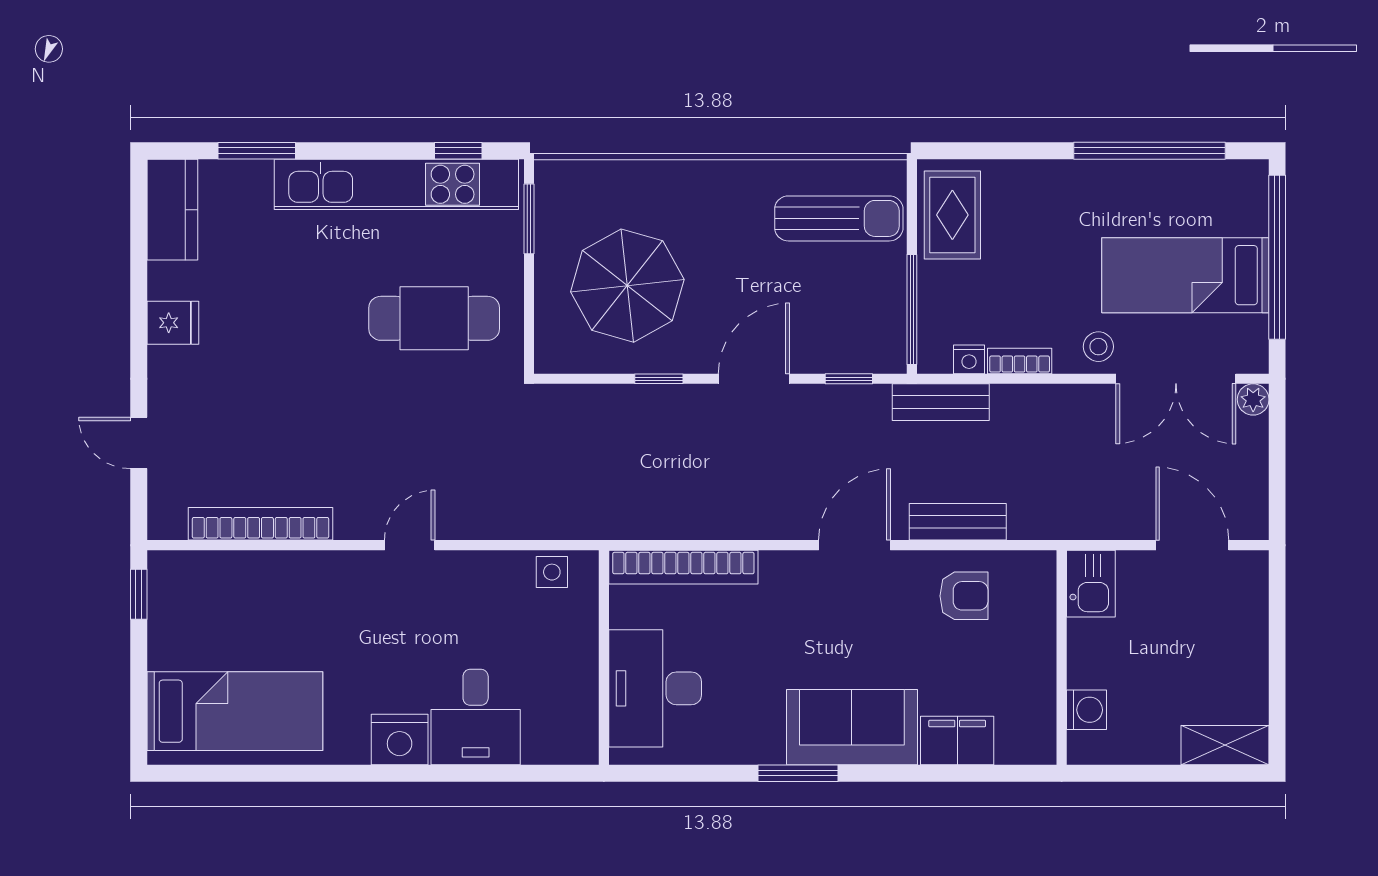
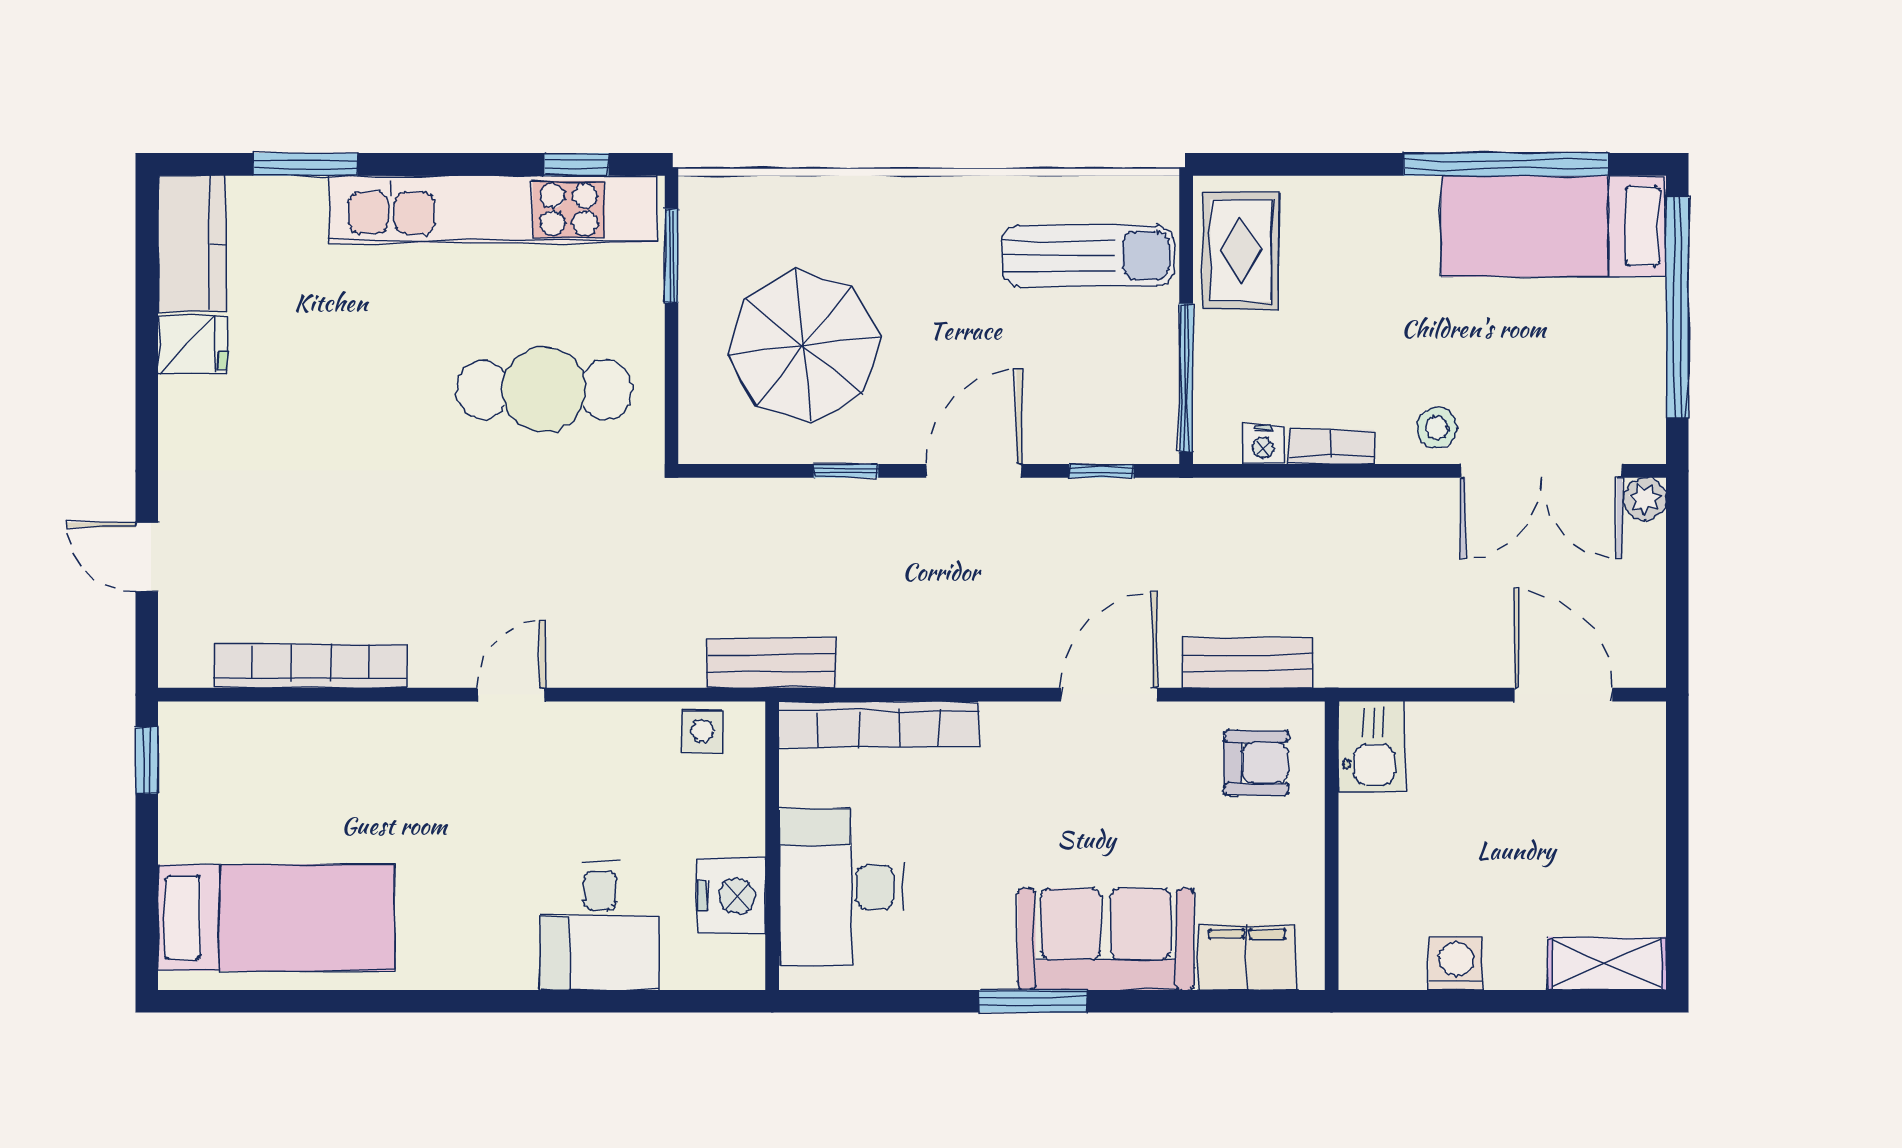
bed: (1185, 275) -> (1554, 226), moved
fridge: (173, 323) -> (193, 345), moved
bench: (941, 402) -> (771, 663), moved
kitchen sink: (1091, 584) -> (1371, 746), moved
wall: (1062, 658) -> (1332, 846), moved
washing machine: (1086, 710) -> (1456, 963), moved, turned -90
nightstand: (400, 740) -> (731, 896), moved, turned -90

